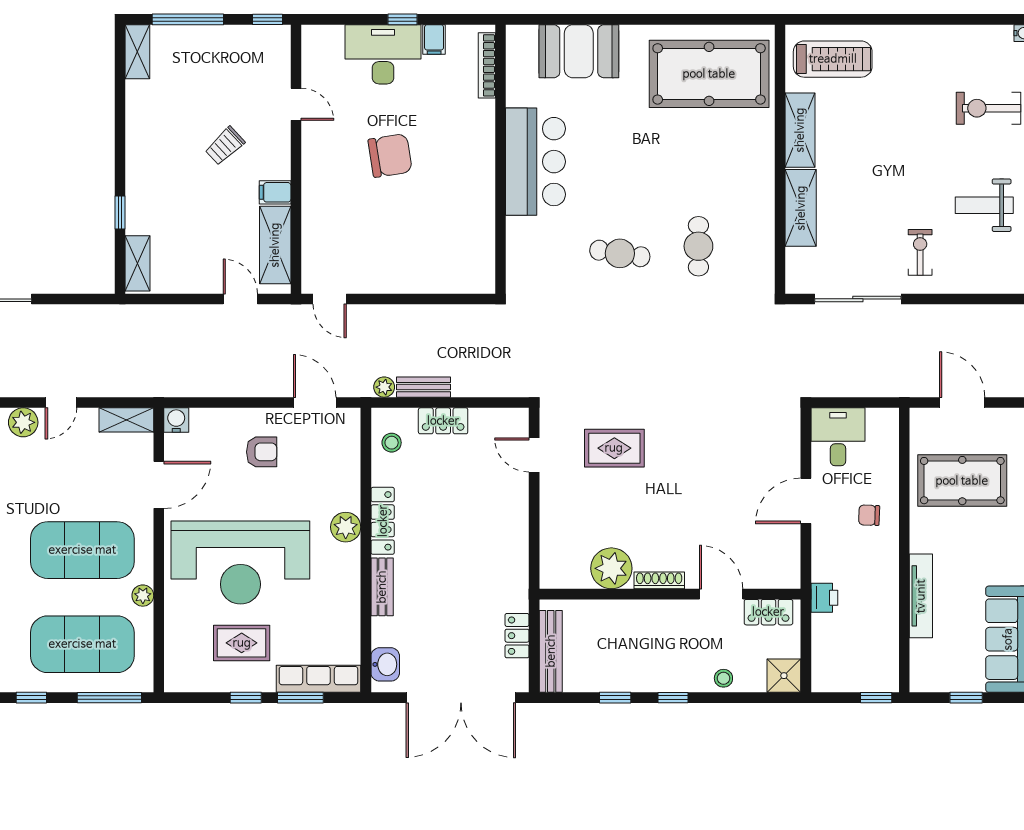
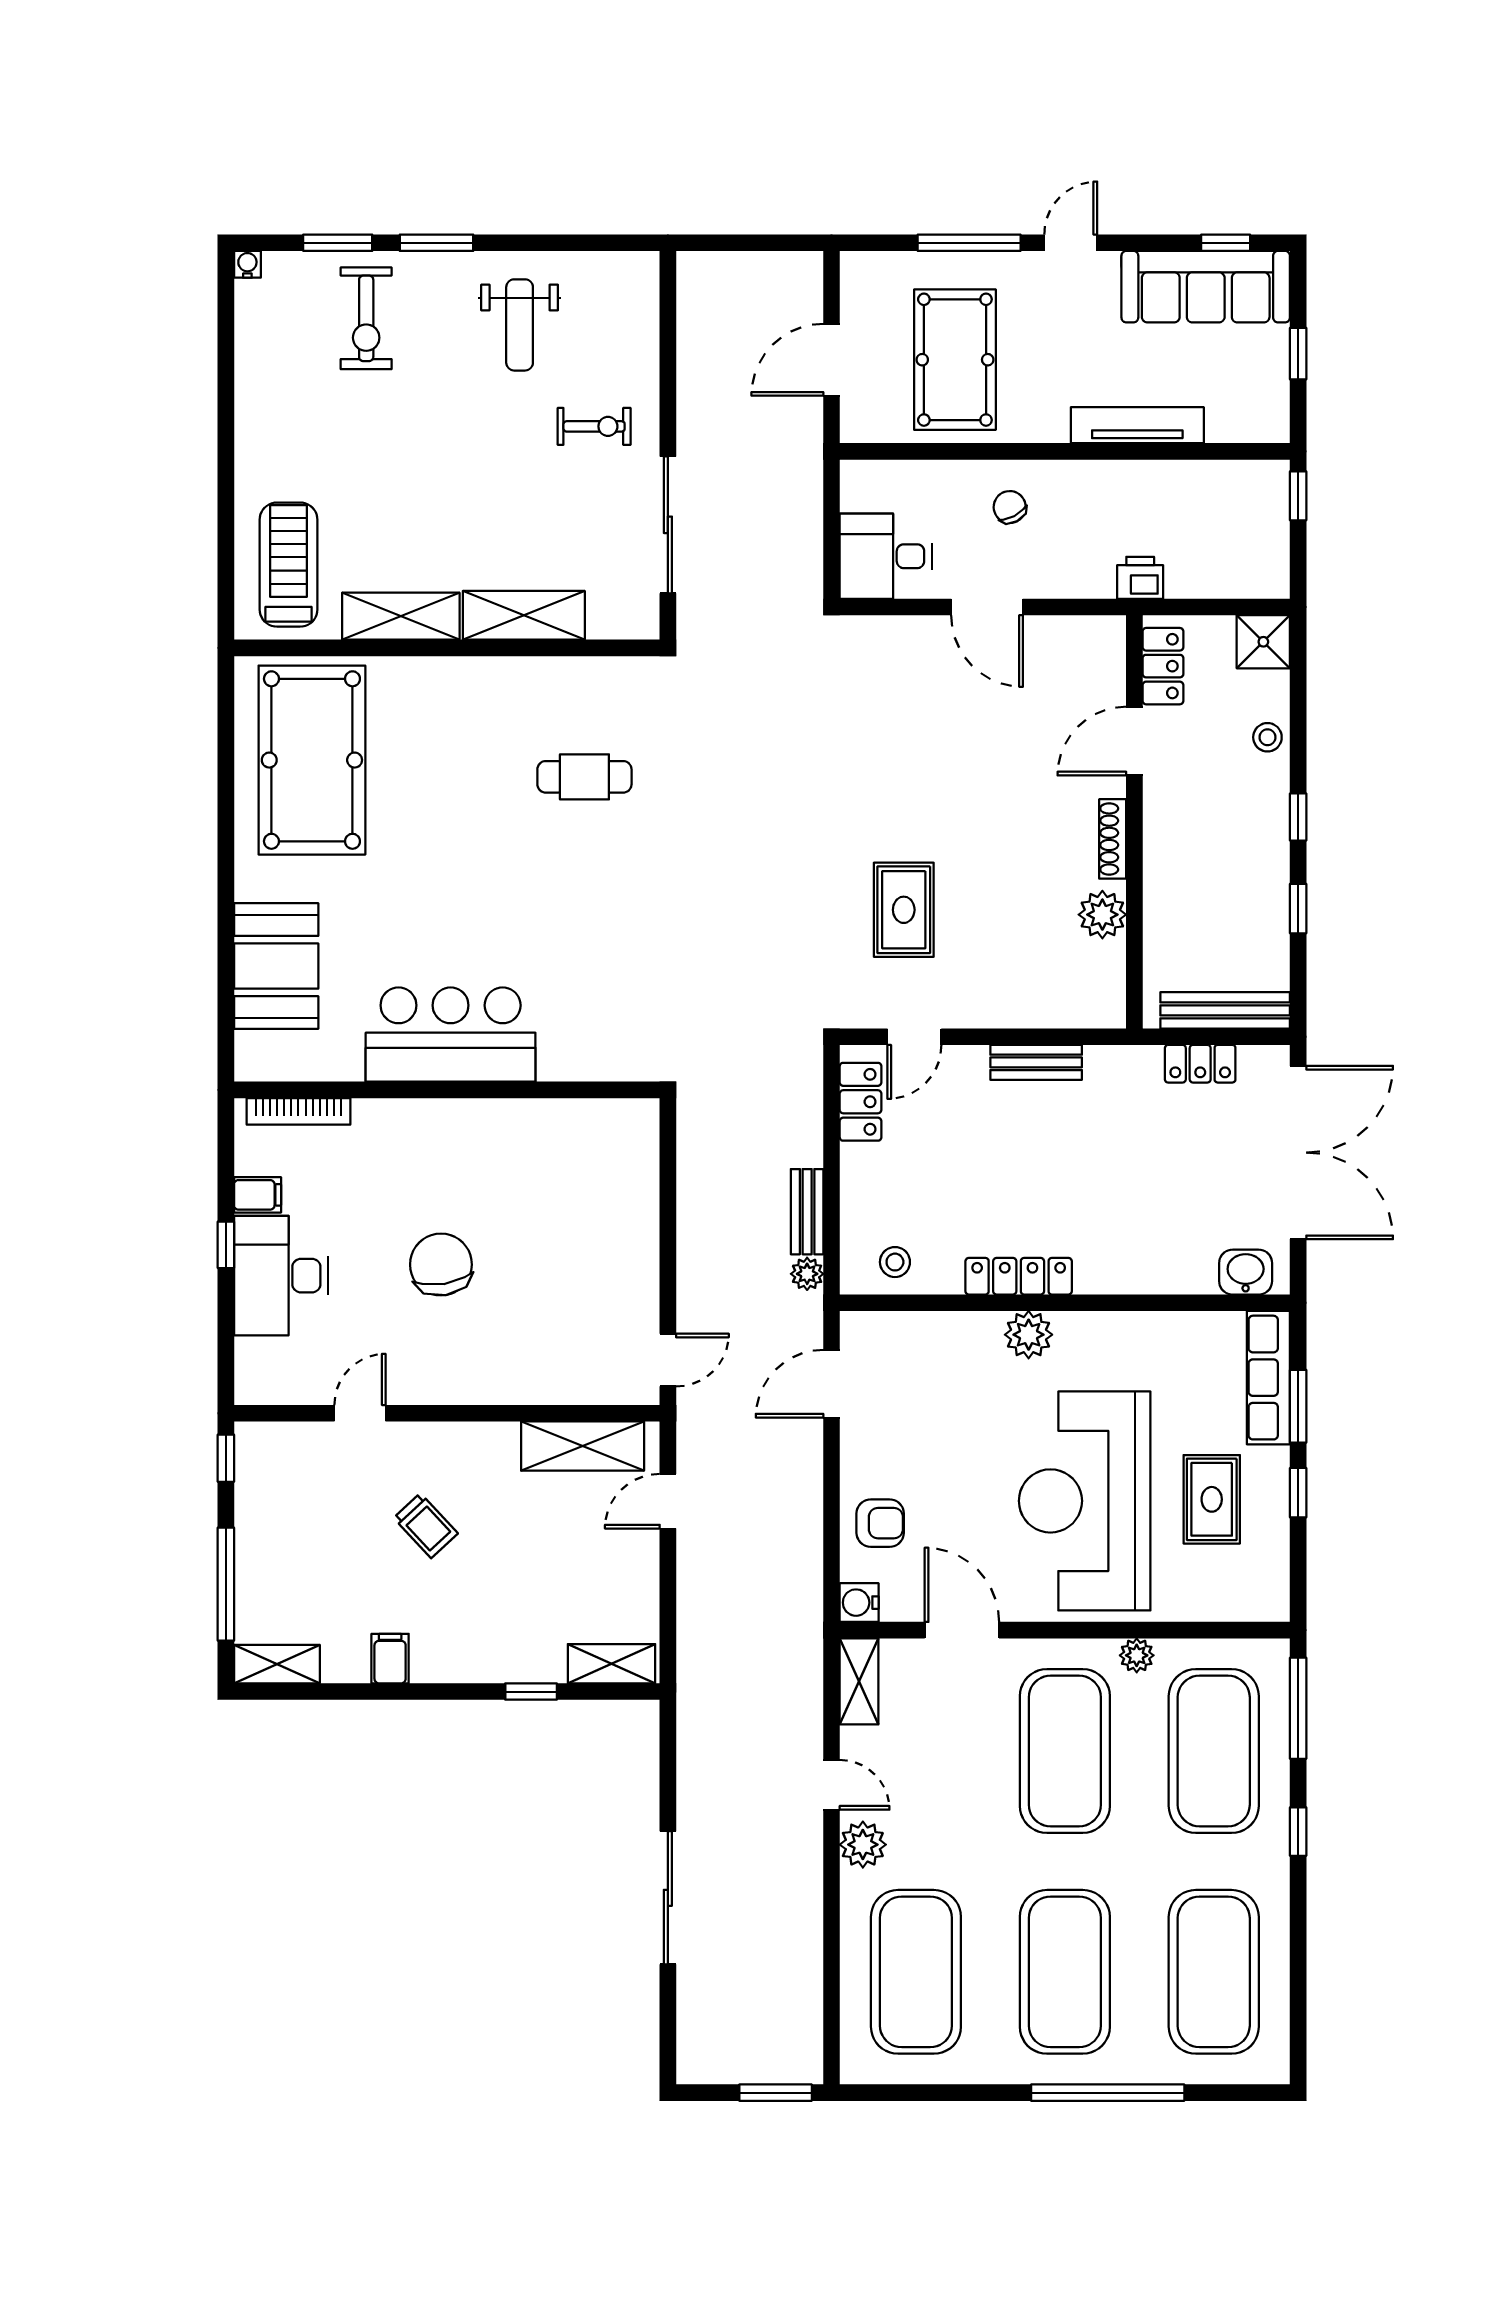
filing cabinet: (275, 192) -> (390, 1659), moved, turned 180
exercise bike: (920, 252) -> (594, 426), turned 180
cafe table: (620, 253) -> (596, 901), removed
locker: (443, 421) -> (861, 1102), moved
armchair: (262, 452) -> (880, 1523), moved, turned 90
chair: (869, 515) -> (1010, 507), turned 150
reception desk: (240, 563) -> (1085, 1501), turned 180
plant: (611, 568) -> (1102, 915), width x0.73, depth x0.73
bench: (382, 587) -> (1036, 1062), moved

